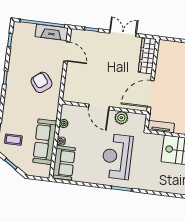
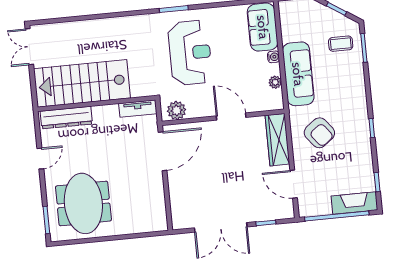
fireplace: (51, 32) -> (354, 203), moved
double door: (123, 33) -> (221, 227), width x1.37
wardrobe: (147, 56) -> (277, 140), moved, turned 180
plant: (121, 118) -> (177, 110), moved
sofa: (45, 142) -> (298, 74), moved

